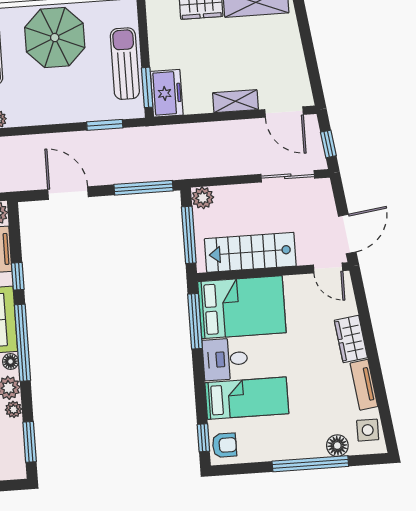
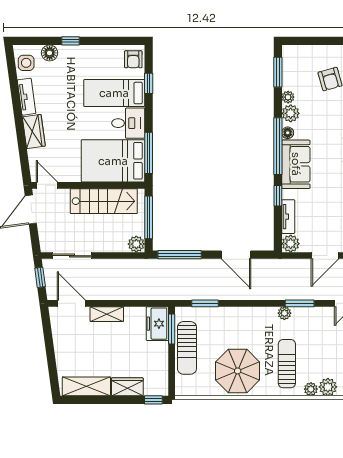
window: (203, 438) -> (149, 83), moved
armchair: (224, 445) -> (133, 59), turned -90
window: (310, 464) -> (71, 41), width x0.32

